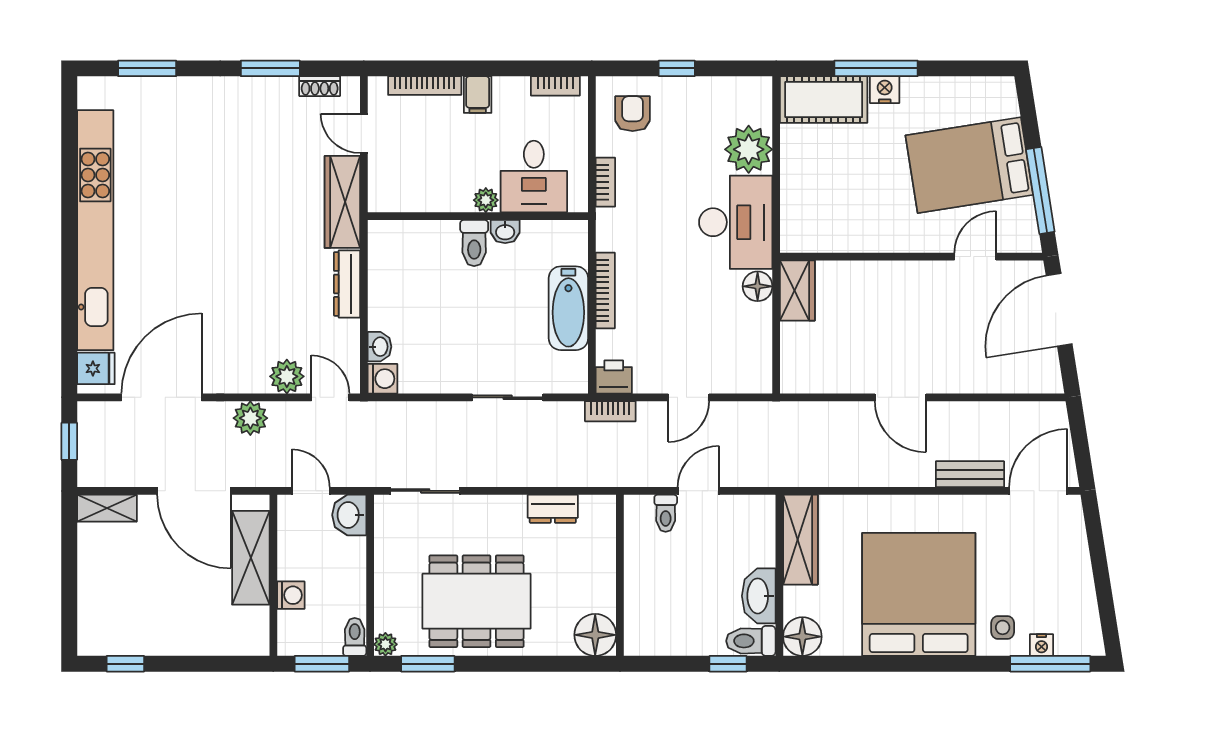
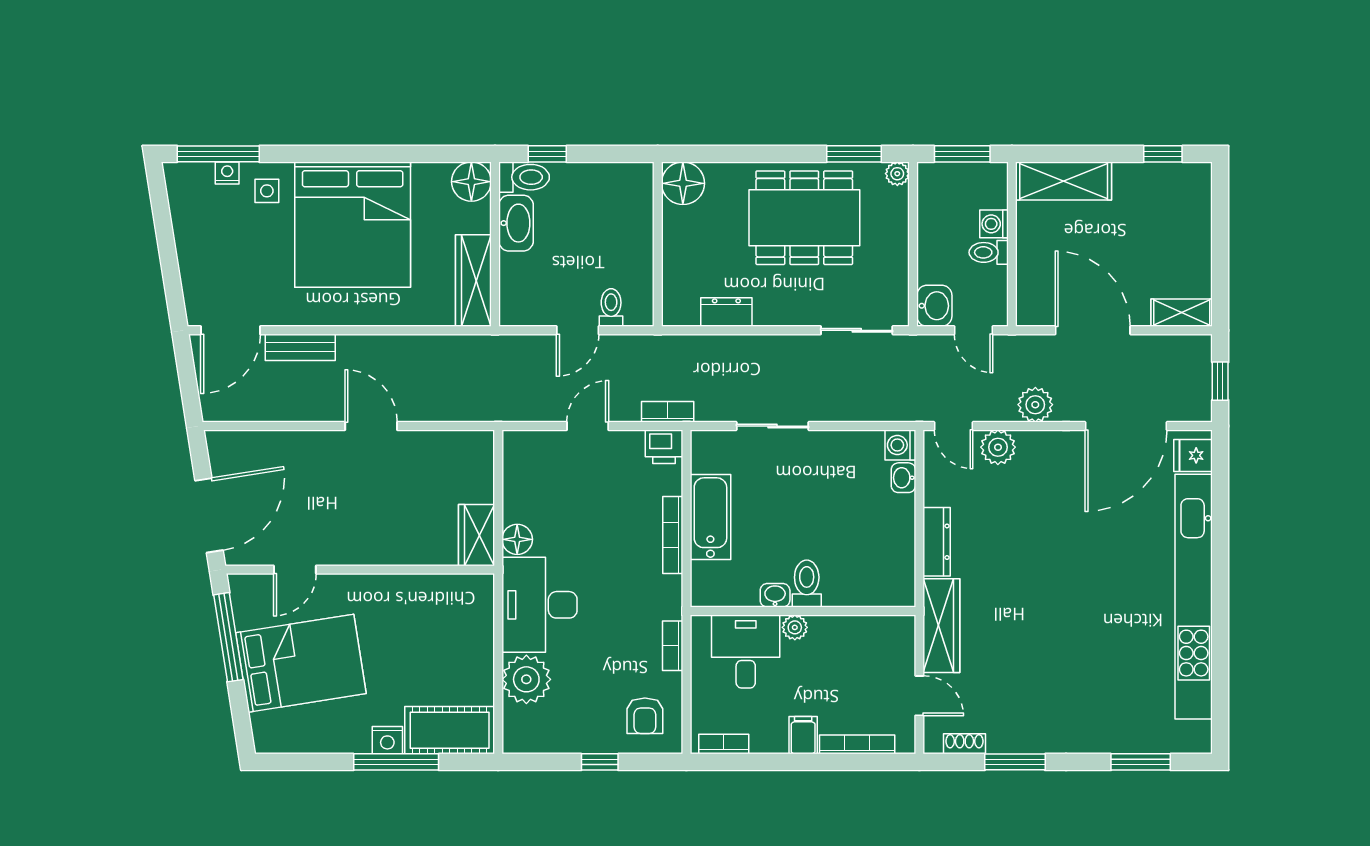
shelving: (251, 558) -> (1064, 181), moved, turned 90
toilet: (355, 637) -> (989, 252), moved, turned 90

